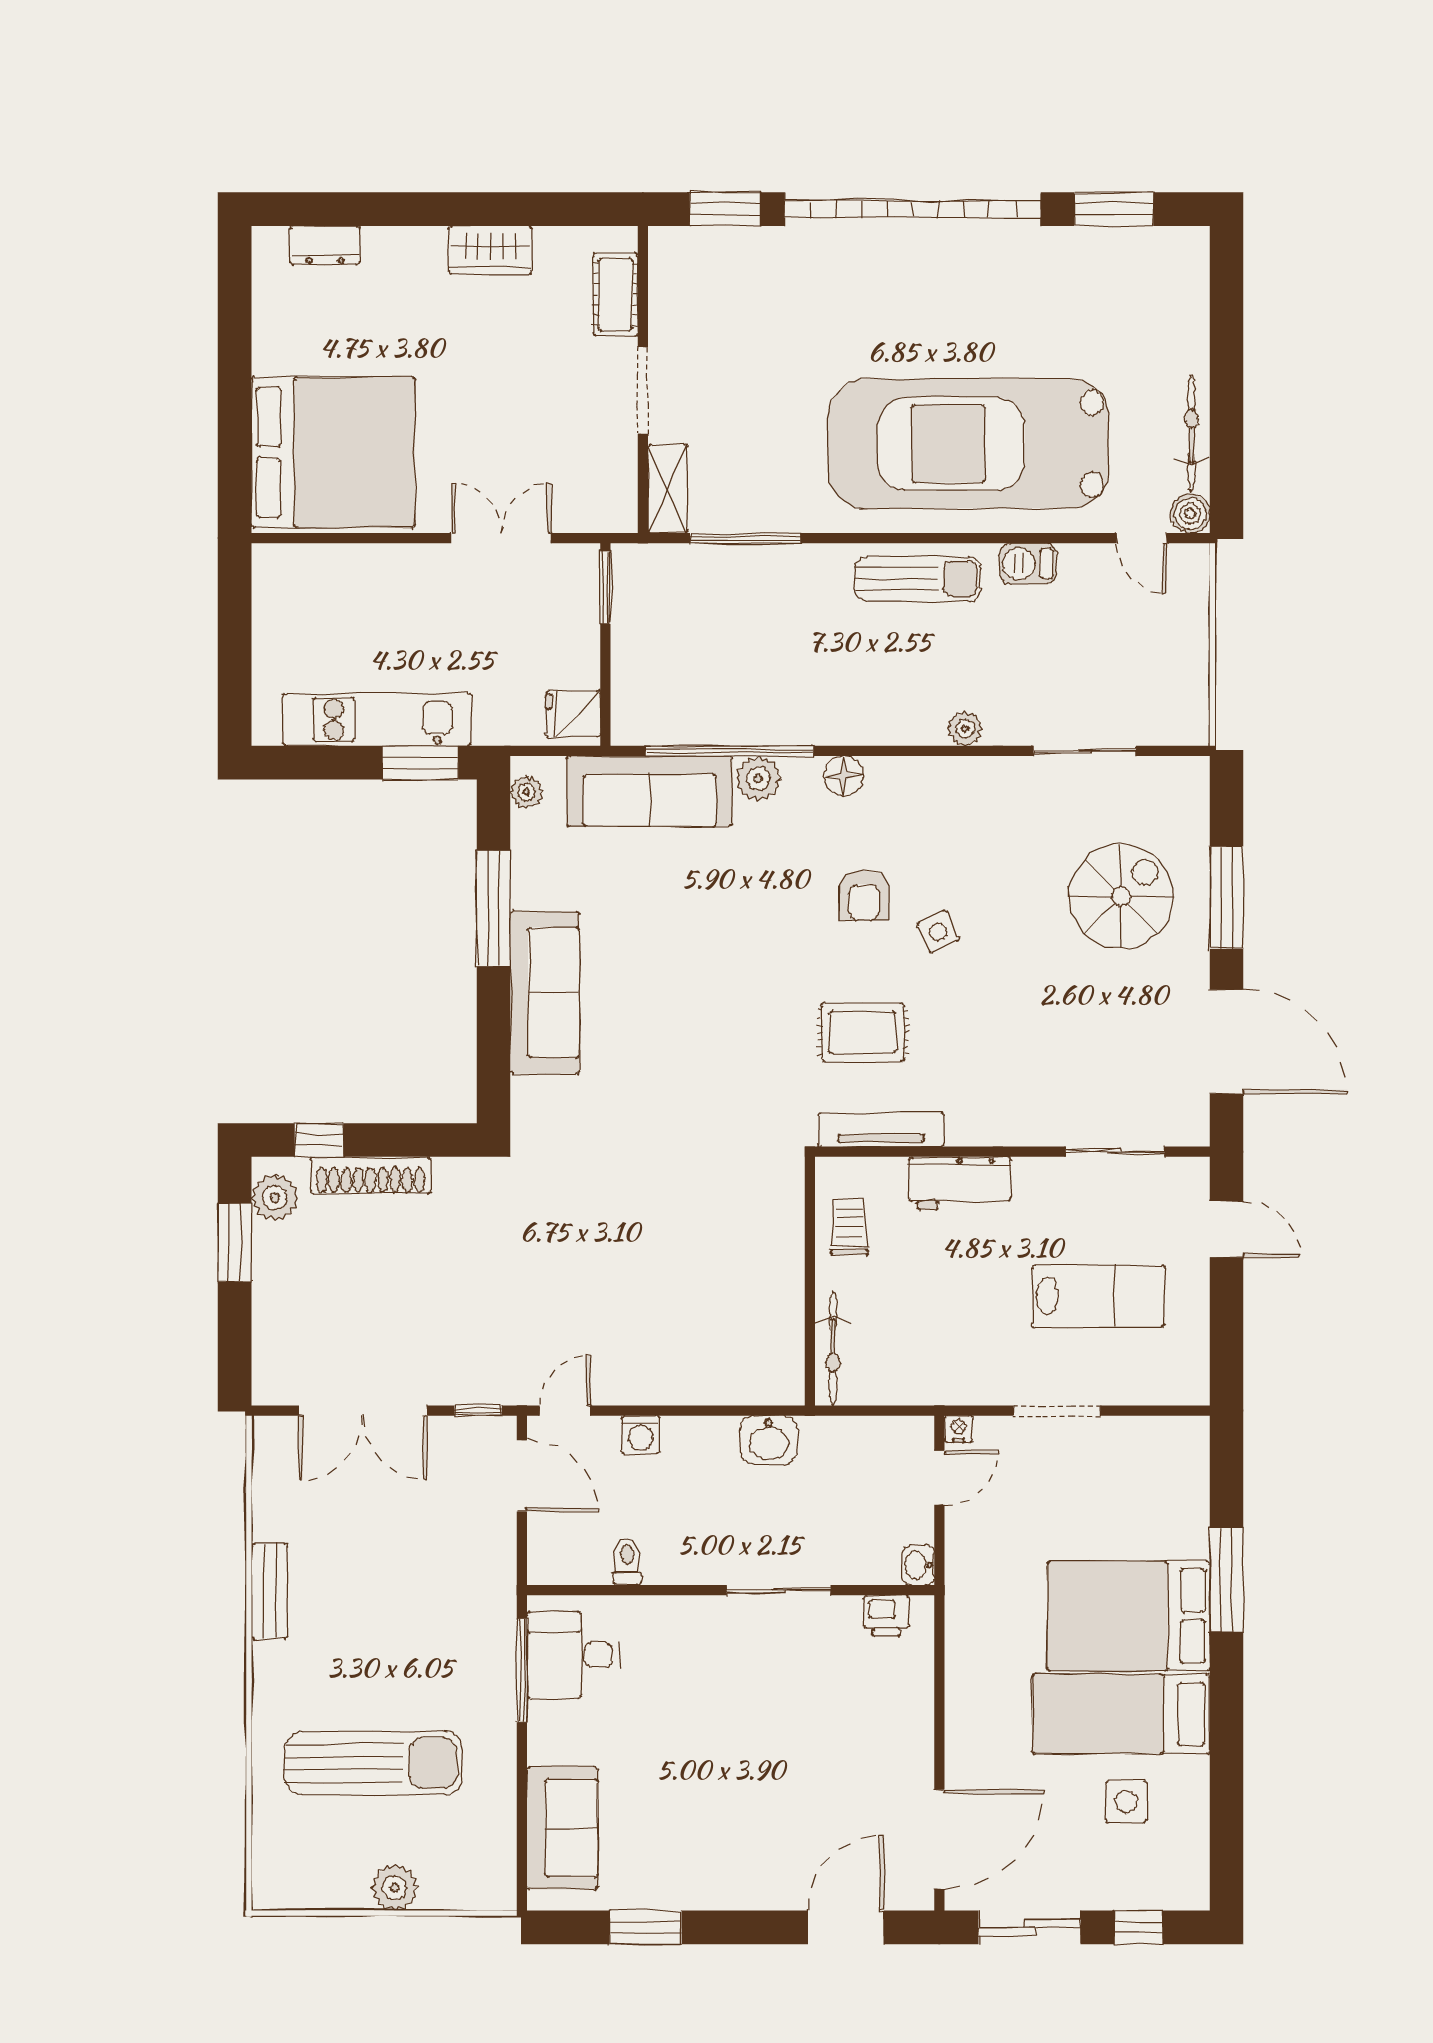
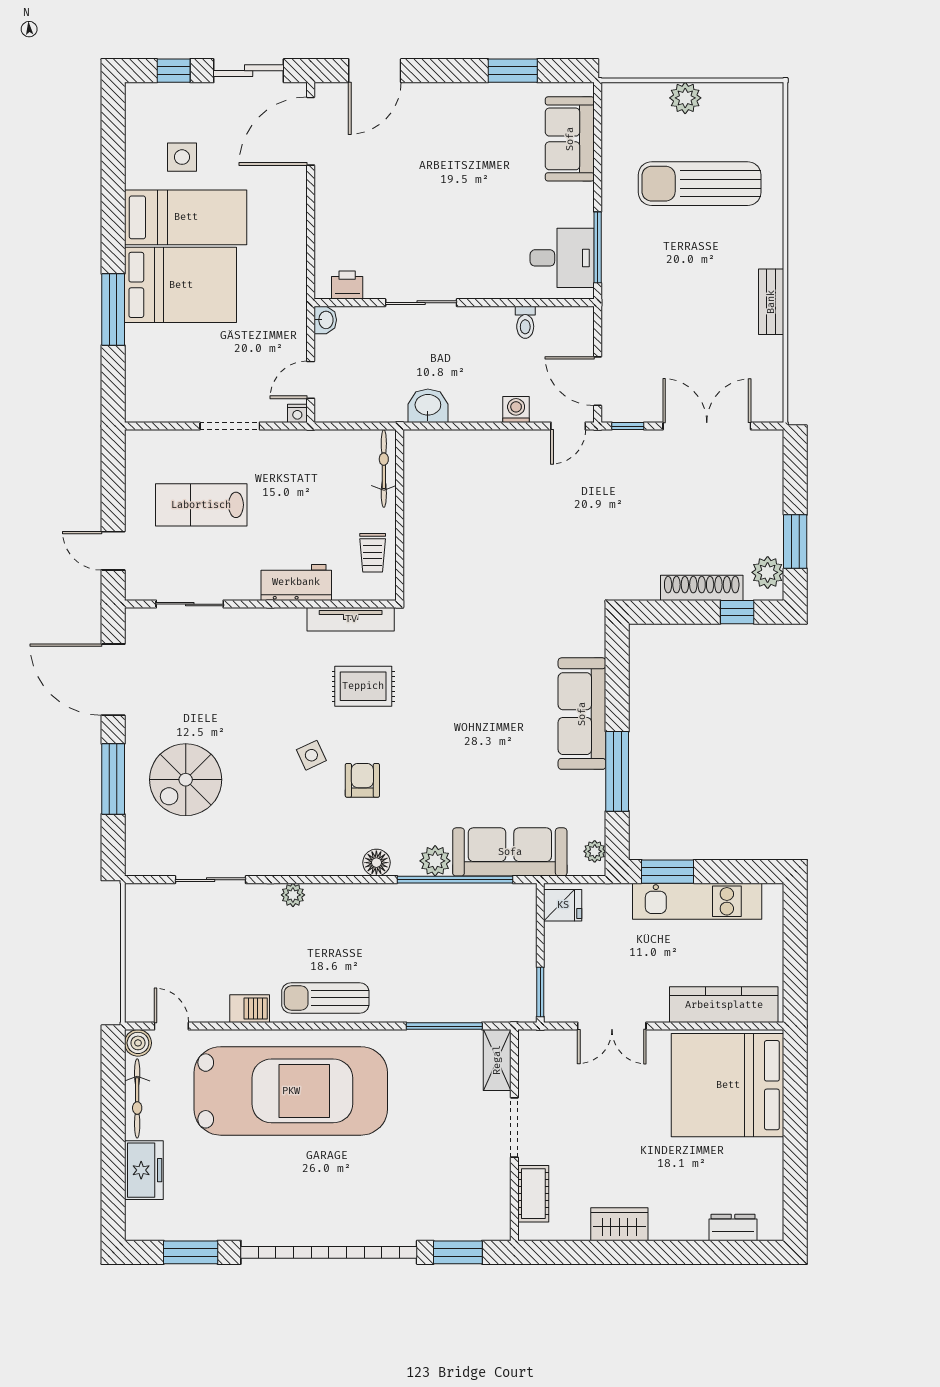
freezer: (1182, 329) -> (144, 1170), added
kitchen counter: (339, 569) -> (724, 1005), added

